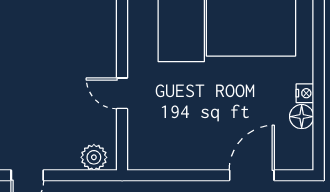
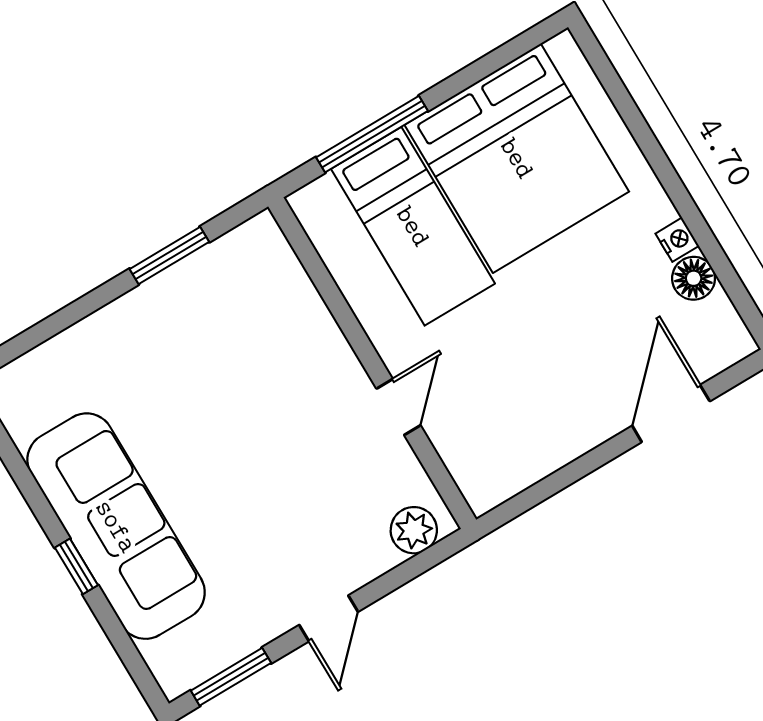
door: (122, 93) -> (398, 407), swing flipped

